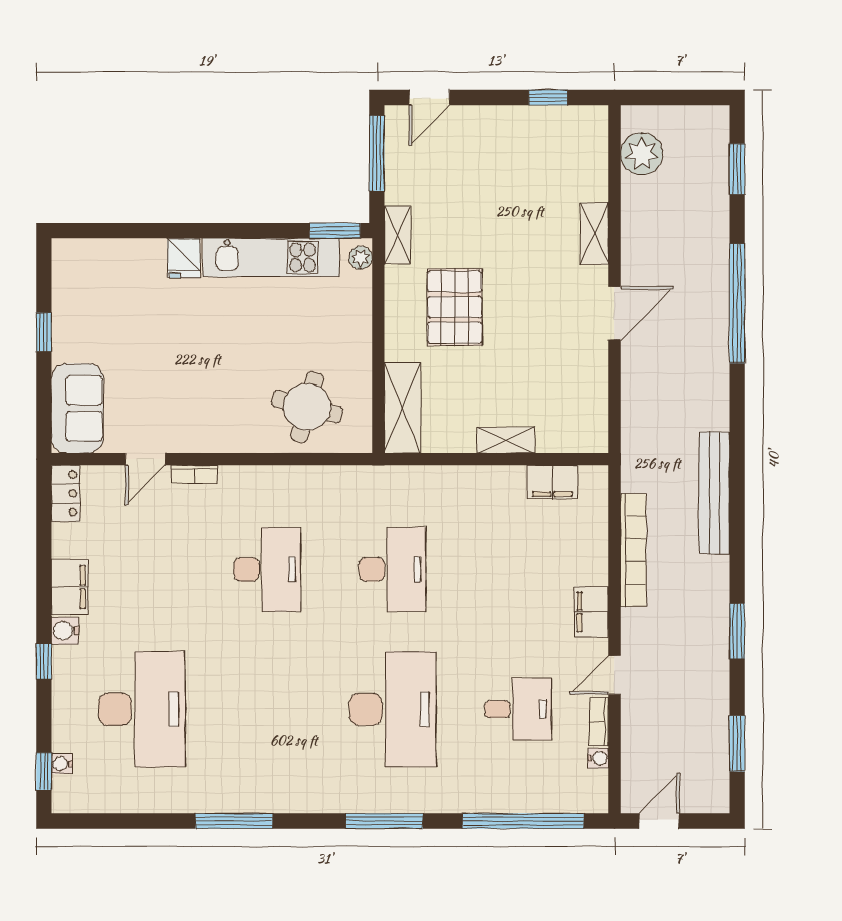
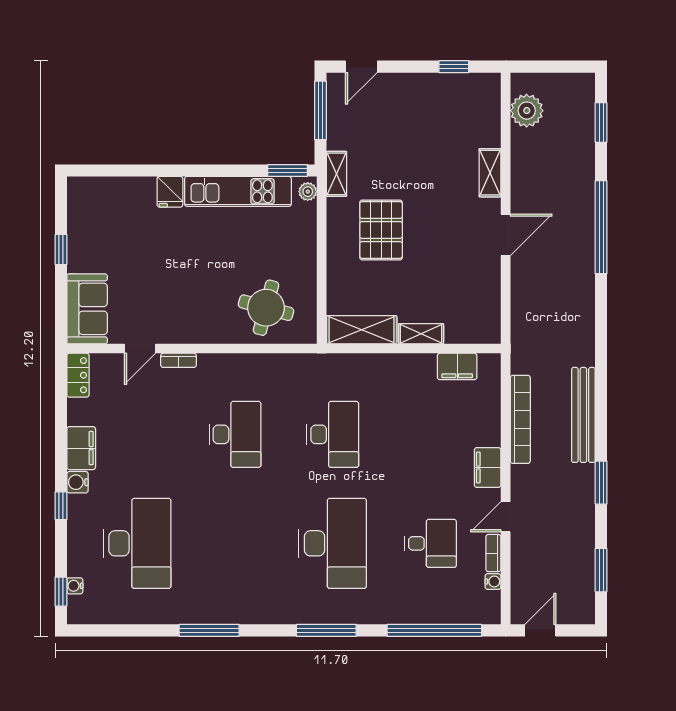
shelving: (403, 408) -> (362, 330), moved, turned 90
bench: (714, 493) -> (583, 415), moved

